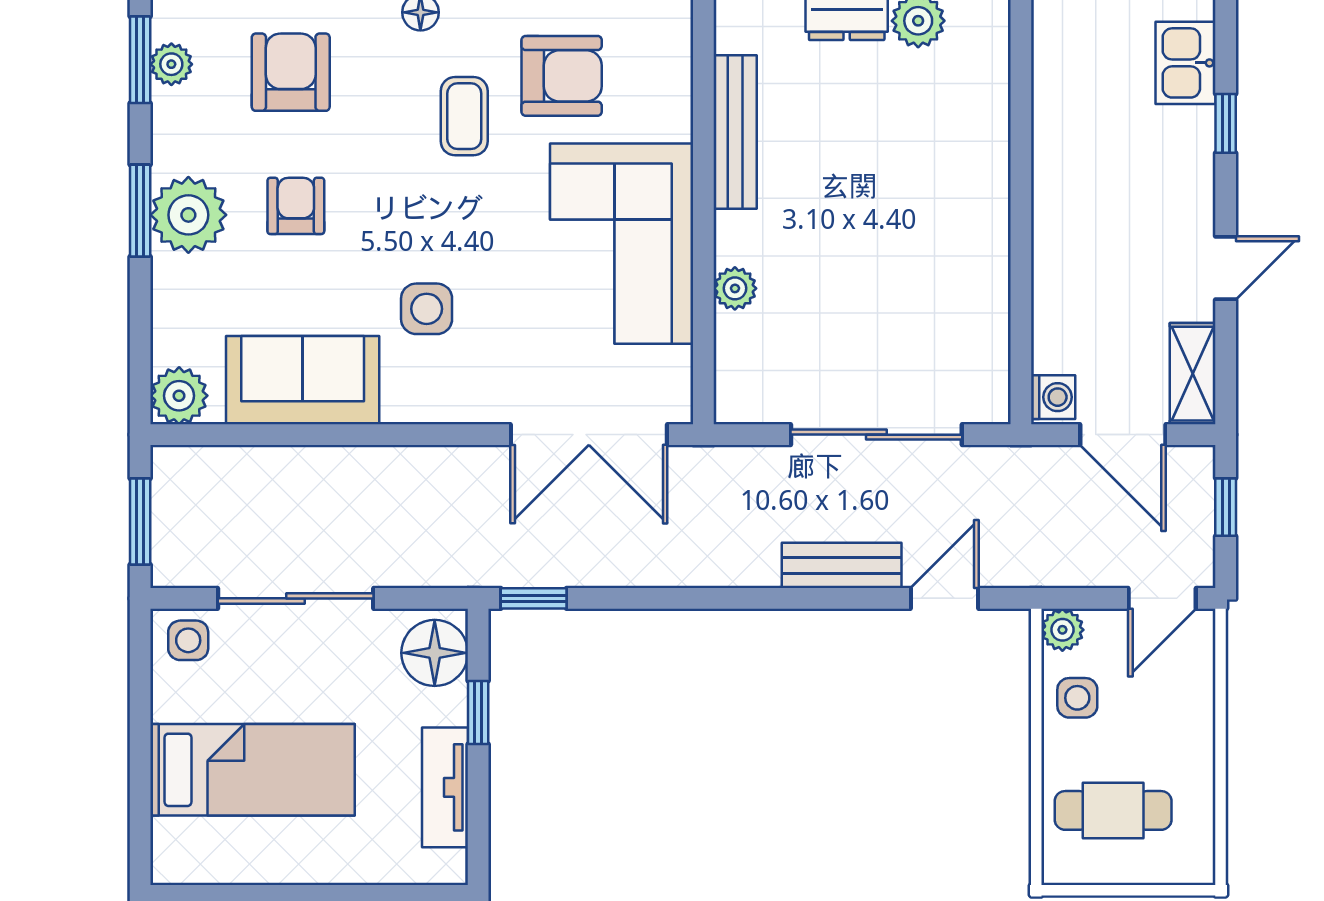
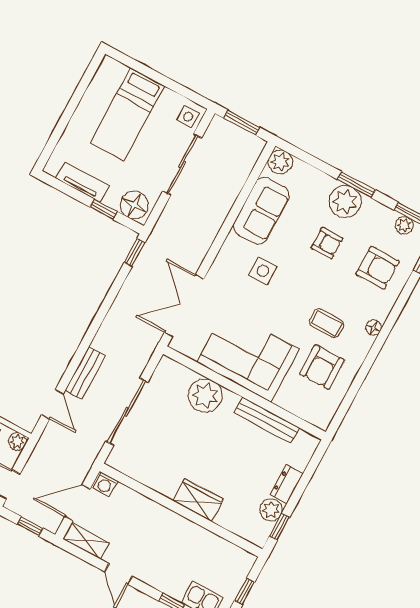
wardrobe: (980, 185) -> (198, 500), added
plant: (735, 288) -> (205, 396), width x1.87, depth x1.87

